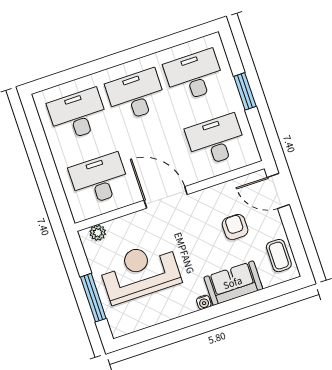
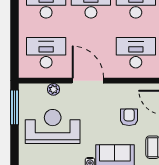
plant: (98, 233) -> (53, 89), moved
window: (93, 298) -> (14, 107), moved

